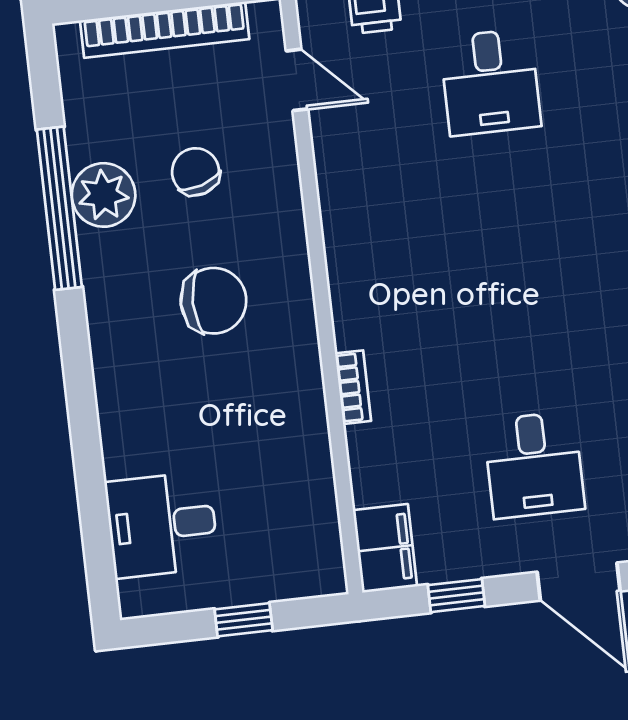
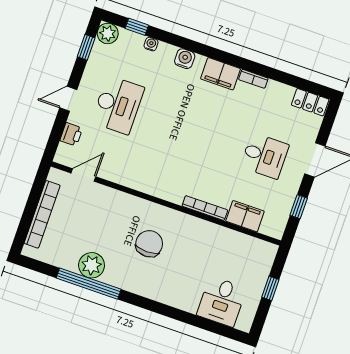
desk: (490, 82) -> (118, 105), width x1.37
chair: (196, 172) -> (99, 228), removed
bookcase: (353, 387) -> (205, 208), width x1.56
filing cabinet: (385, 548) -> (245, 216), moved

